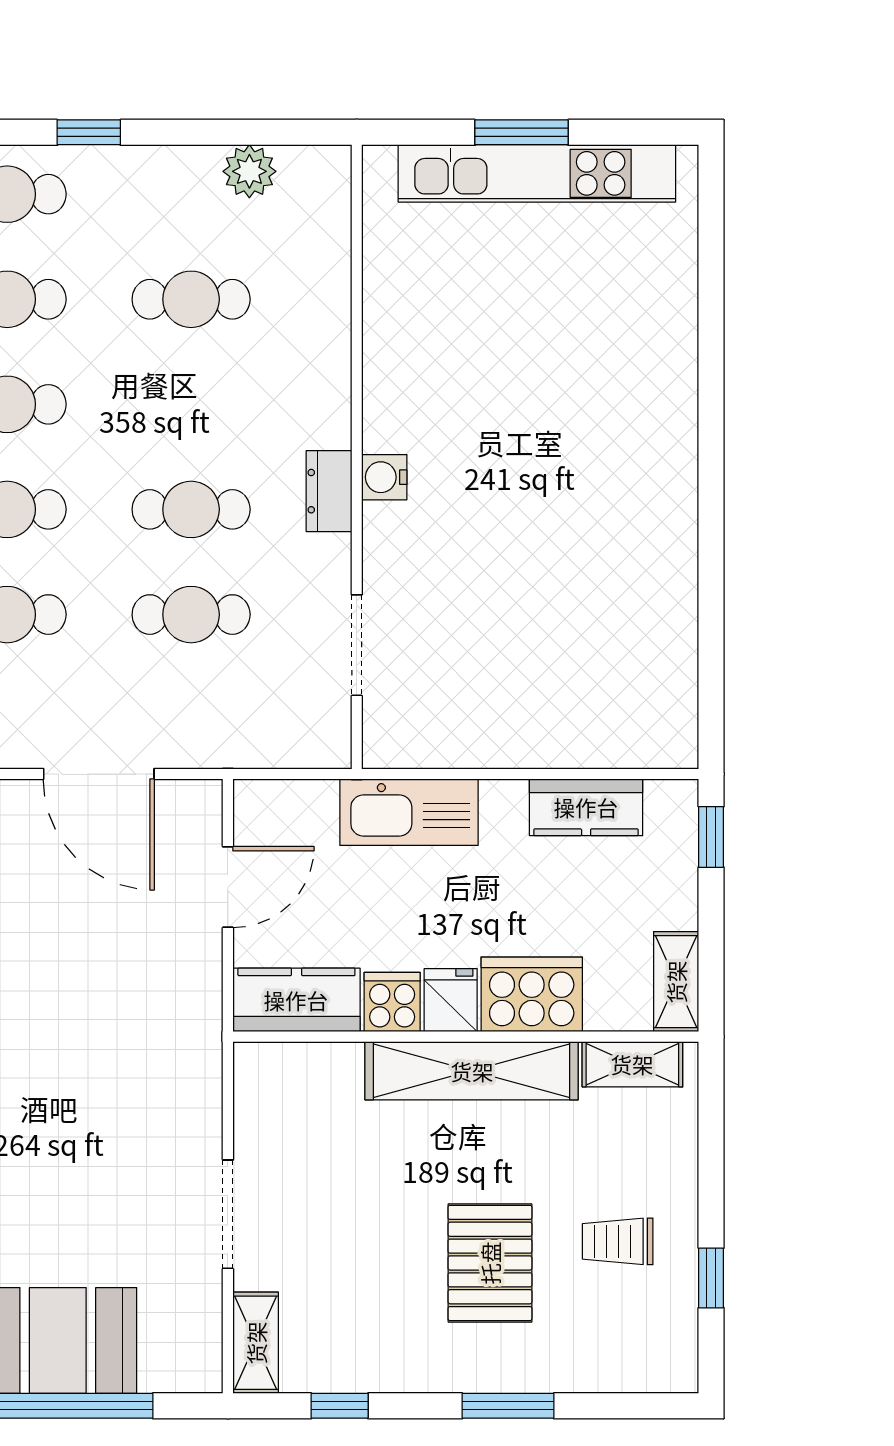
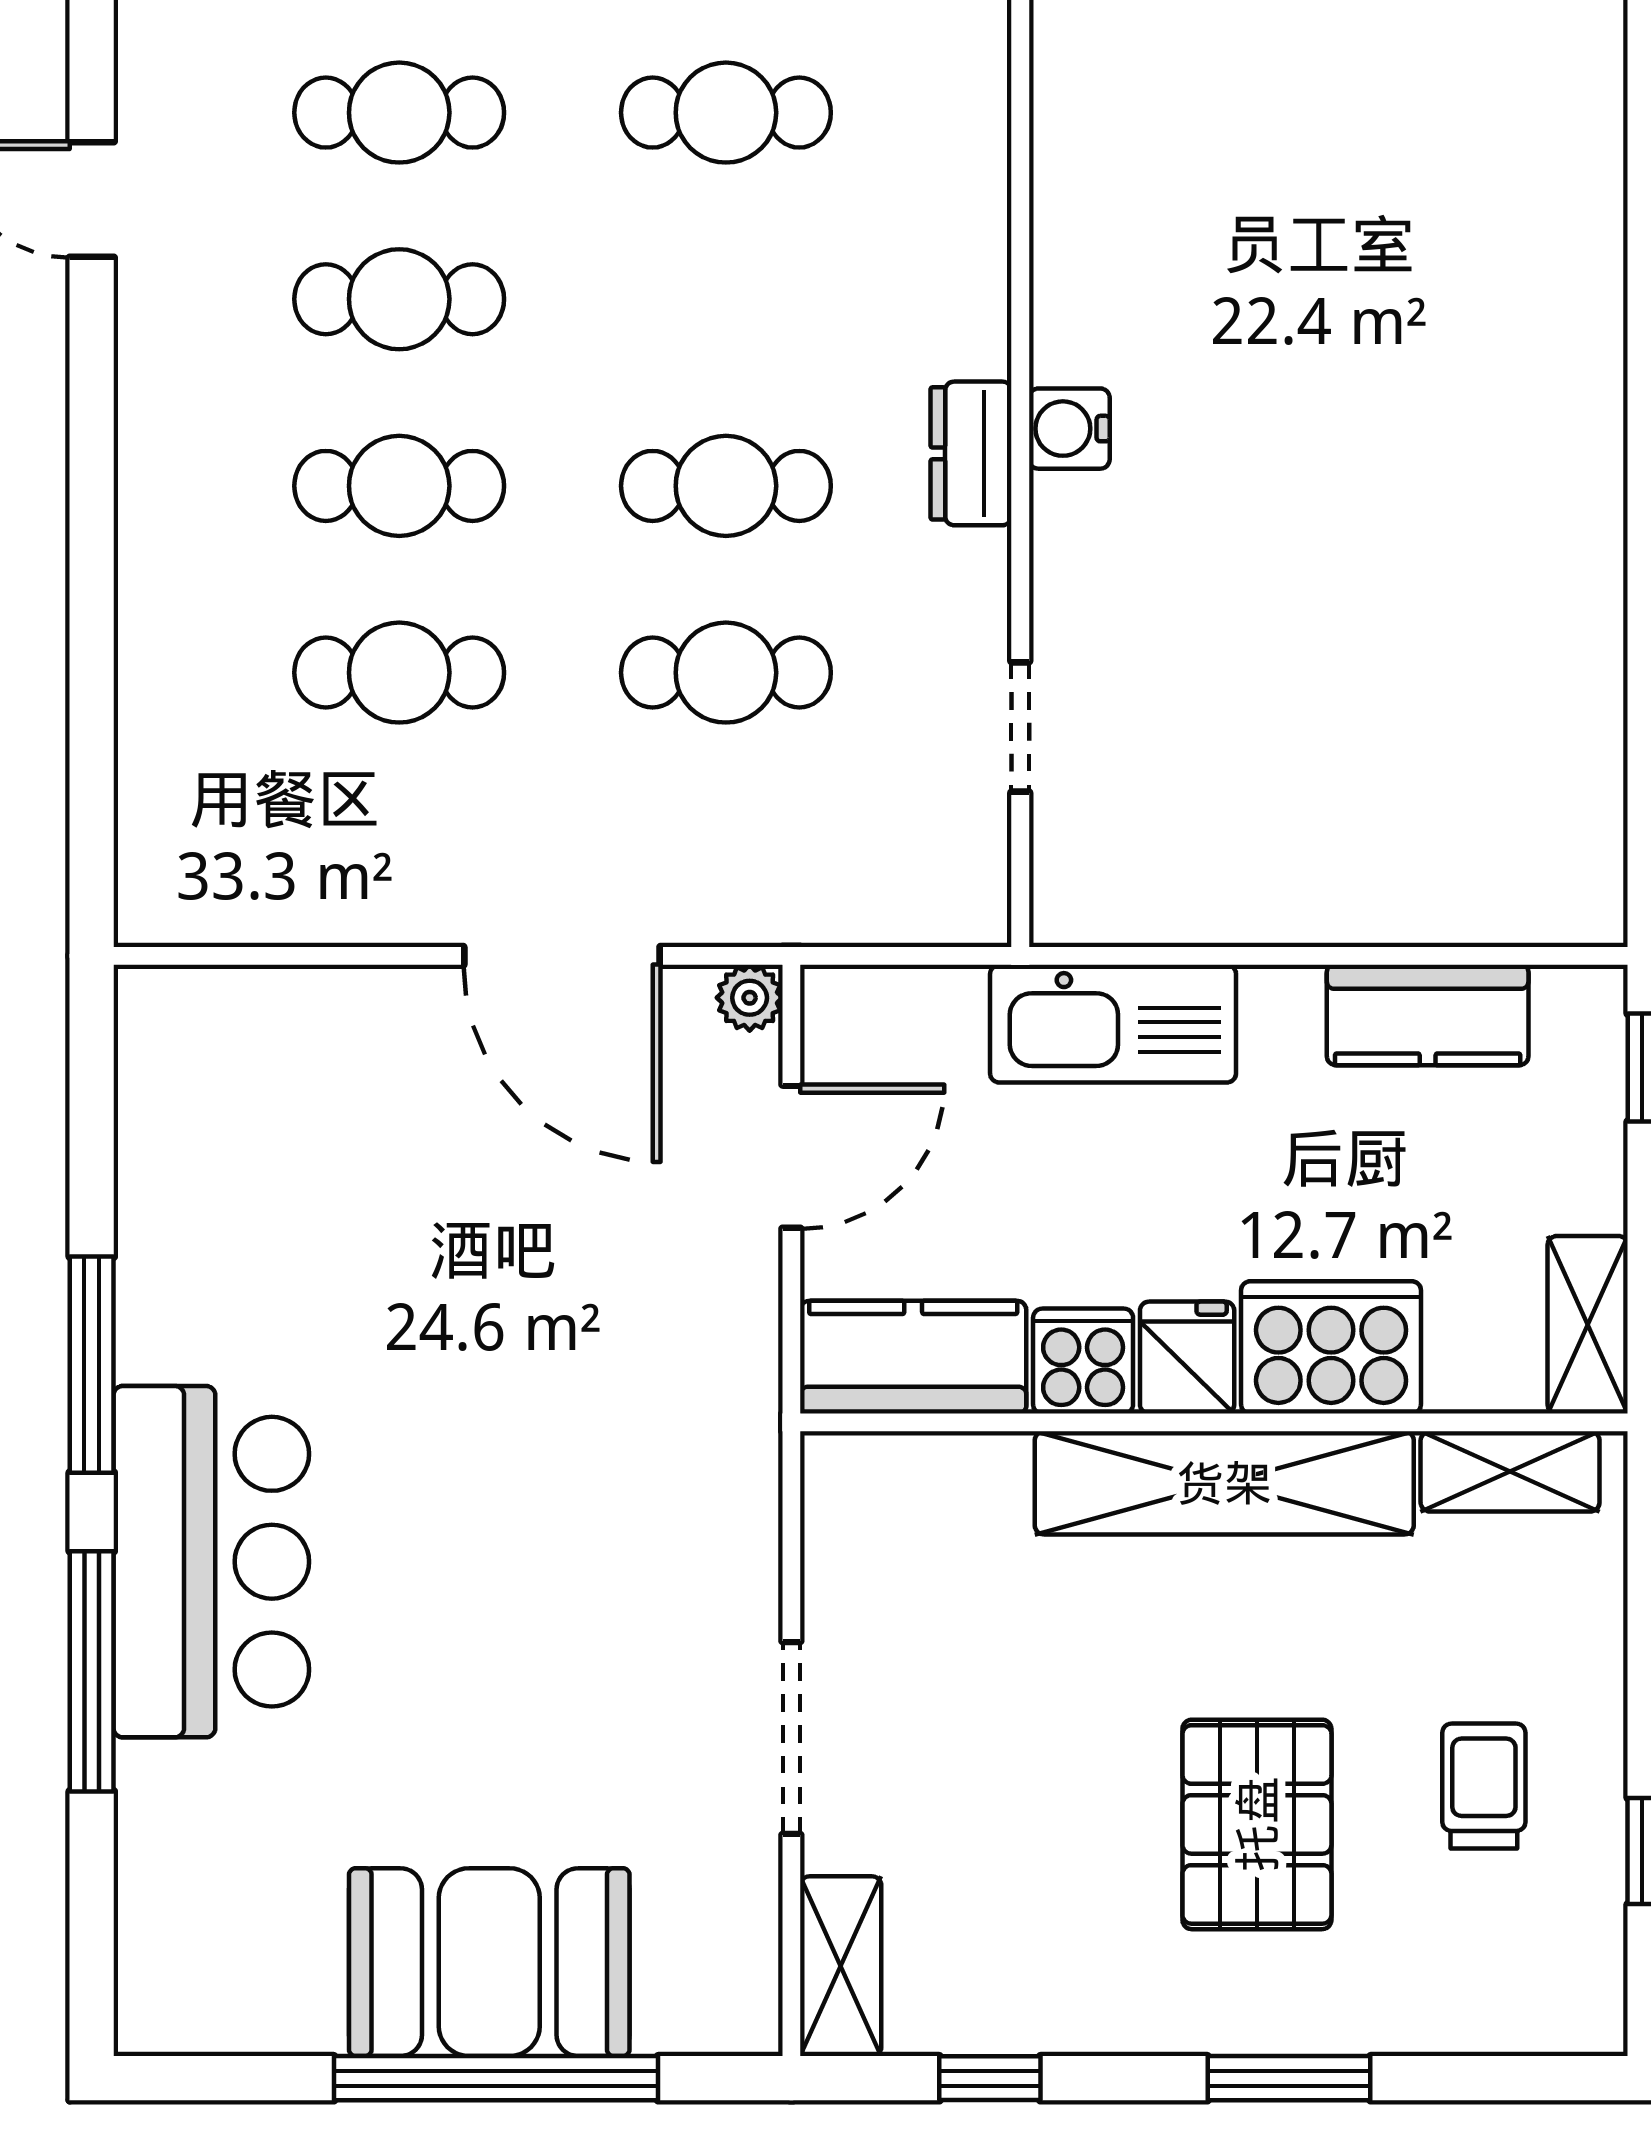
doorway: (357, 645) -> (1020, 727), width x0.73
plant: (204, 798) -> (750, 998), added
trolley: (618, 1241) -> (1484, 1786), turned 90

